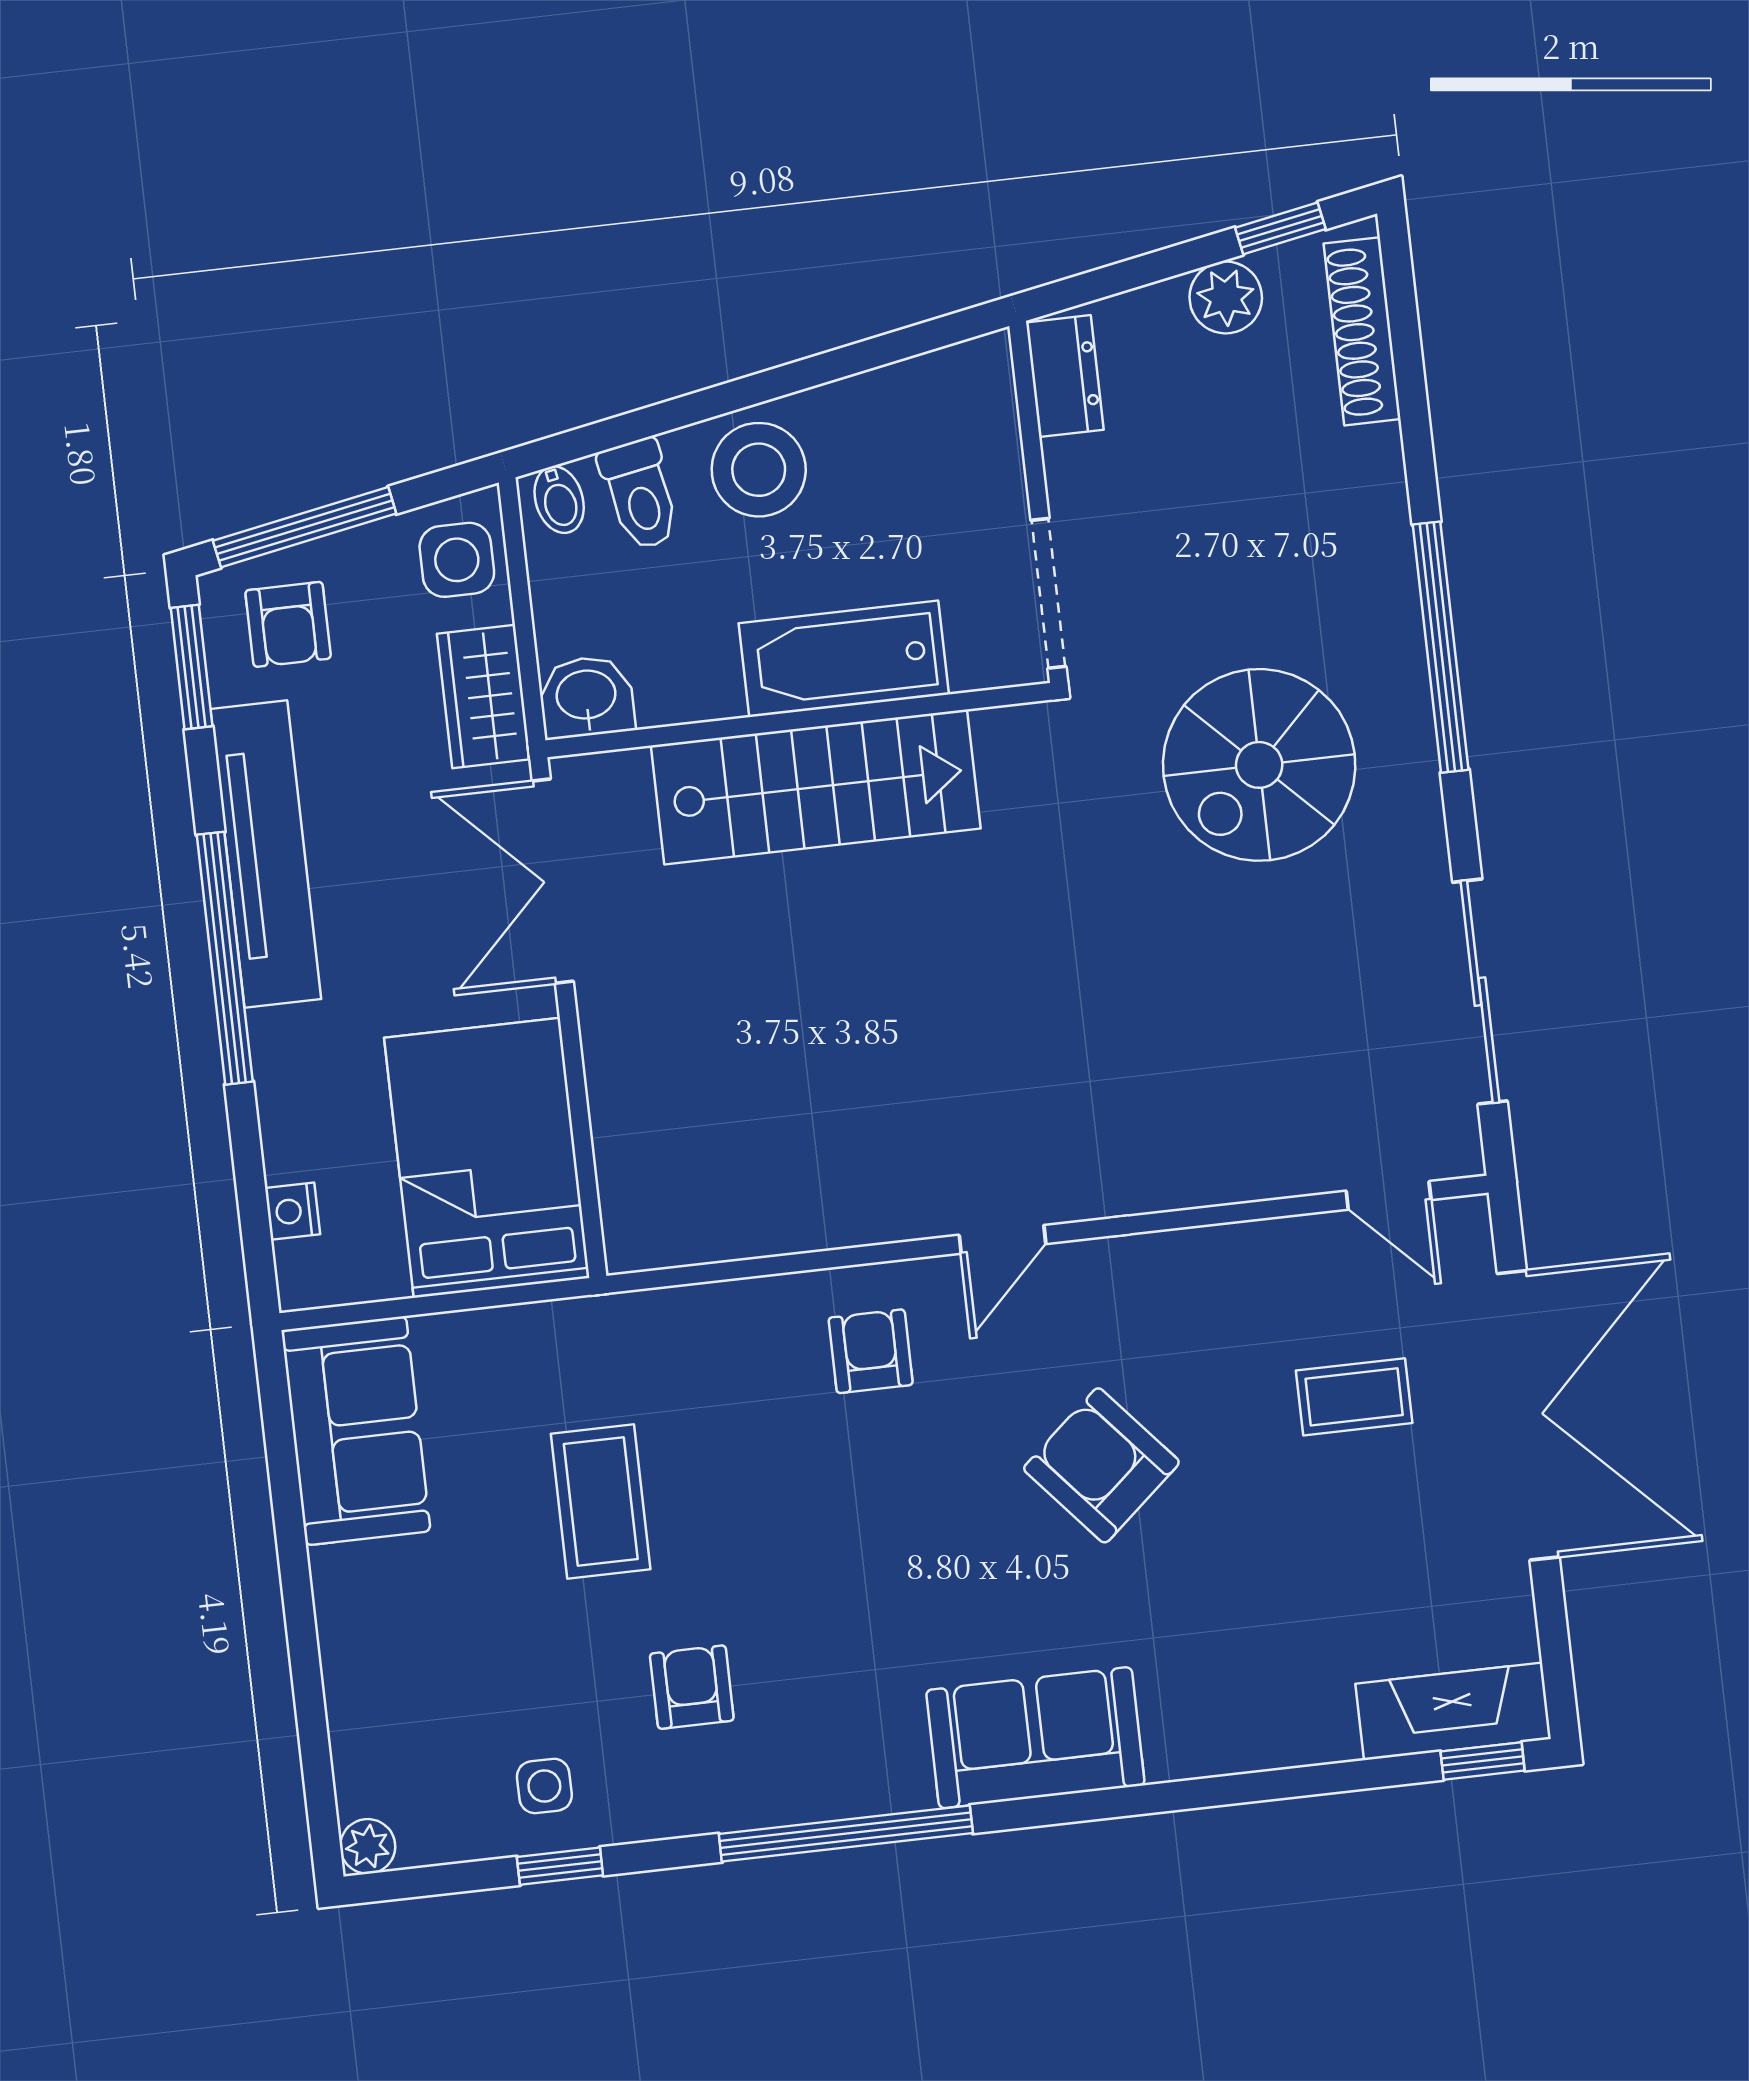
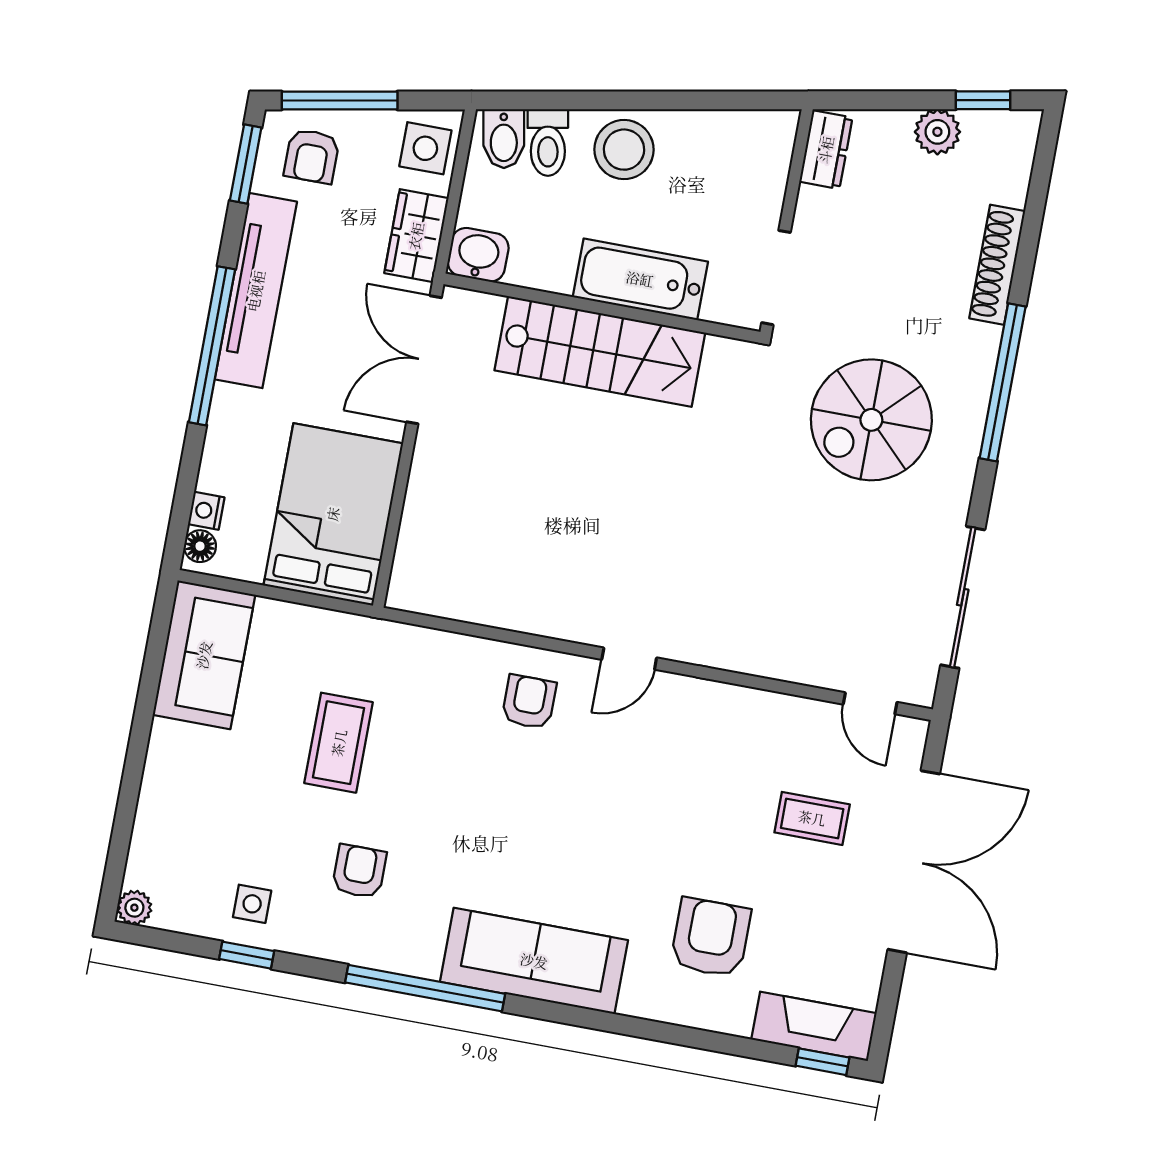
shoe rack: (1362, 331) -> (997, 265), moved
bidet: (559, 500) -> (504, 139), width x1.38, depth x1.36
floor lamp: (300, 1268) -> (200, 546), added
armchair: (1101, 1465) -> (711, 938), moved, turned 41
sofa: (1035, 1738) -> (534, 961), width x1.36

